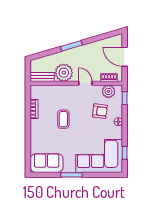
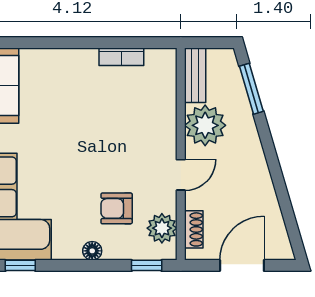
window: (71, 46) -> (251, 89), moved
armchair: (100, 111) -> (117, 208), turned 83
coffee table: (63, 119) -> (98, 124), removed

